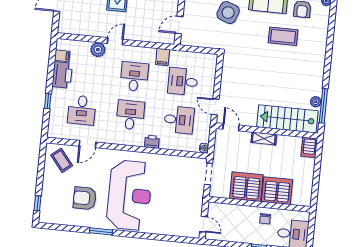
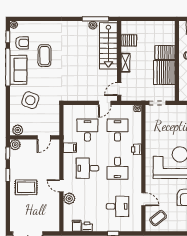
door: (179, 25) -> (44, 137), hinge flipped
printer: (62, 75) -> (87, 227), width x0.53, depth x0.68
desk: (183, 82) -> (87, 130), turned 180
desk: (130, 115) -> (117, 168), turned -90
server rack: (309, 147) -> (129, 40), moved
server rack: (277, 191) -> (165, 53), width x0.62

